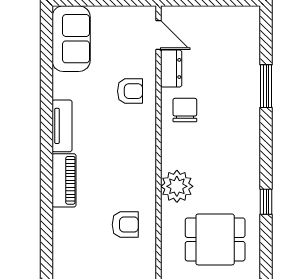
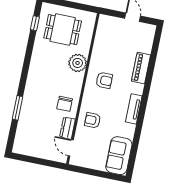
piano: (64, 180) -> (141, 68), moved
window: (266, 202) -> (35, 23), moved
armchair: (125, 225) -> (104, 80), moved, turned 180

